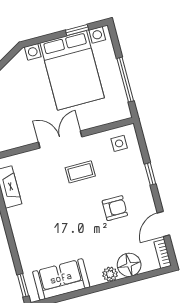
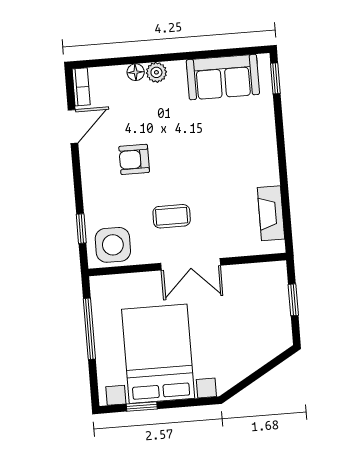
side table: (119, 143) -> (113, 245), width x1.87, depth x1.87
window: (150, 174) -> (81, 229), moved
floor lamp: (129, 265) -> (136, 72), width x0.53, depth x0.53

